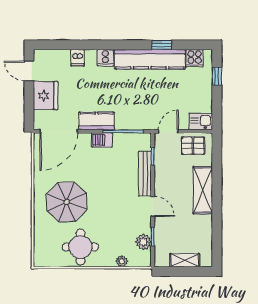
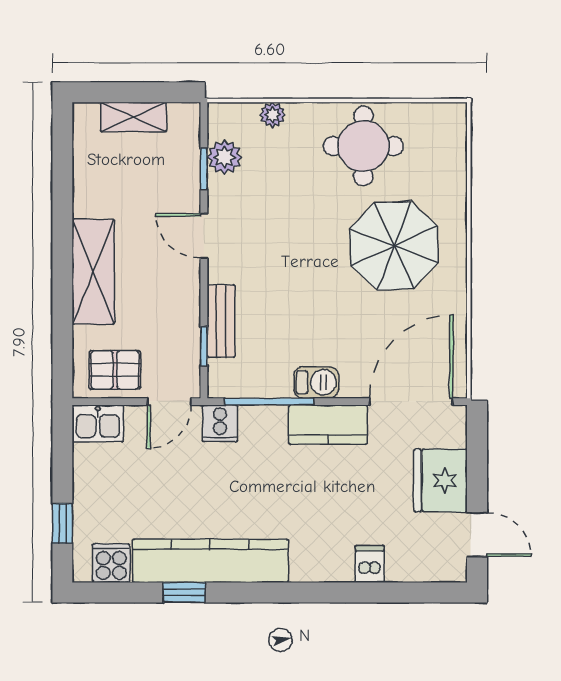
cooker: (105, 58) -> (220, 423), moved, turned 180
bench: (145, 174) -> (221, 321), width x0.73

